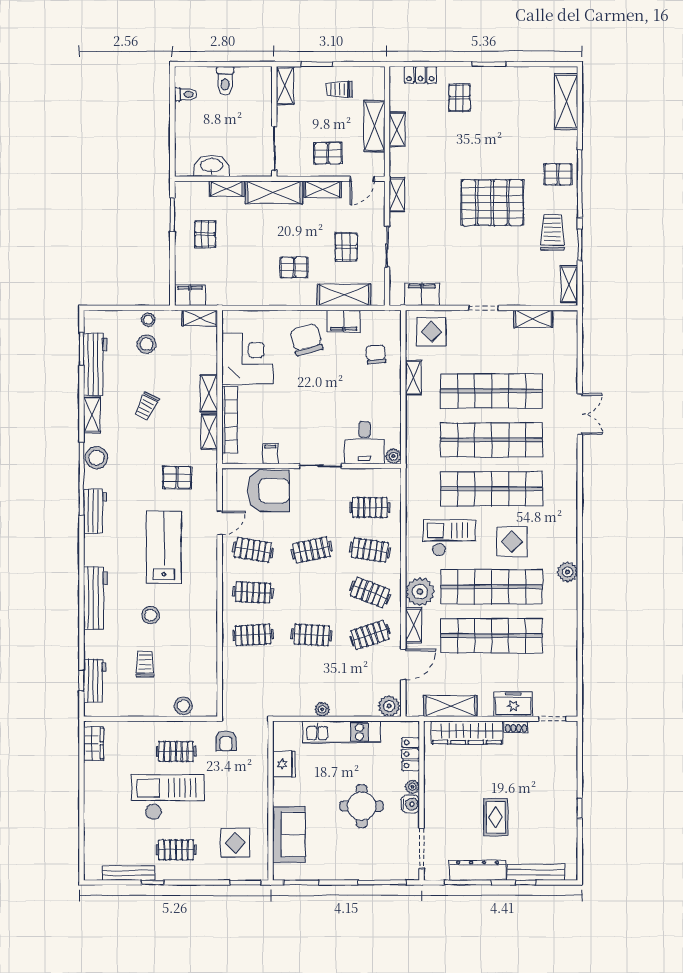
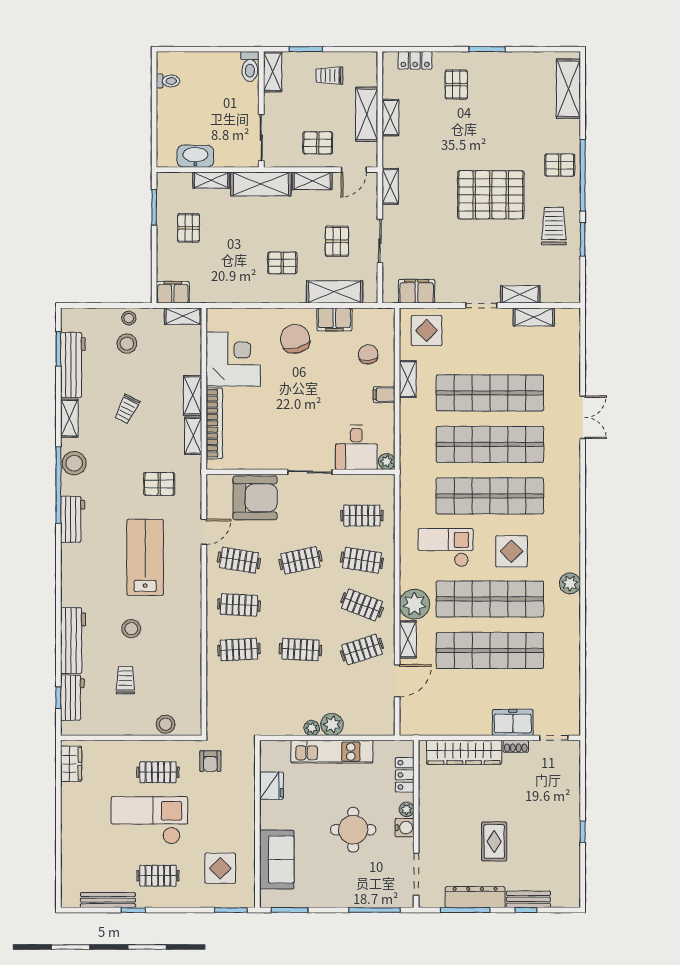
toilet: (225, 81) -> (250, 66), moved
shelving: (569, 284) -> (520, 294), moved, turned 90
filing cabinet: (270, 454) -> (384, 395), moved, turned -90
workbench: (95, 598) -> (73, 641), moved
plant: (389, 706) -> (332, 724), moved
shelving: (451, 706) -> (447, 724), removed
bench: (536, 872) -> (528, 899), width x0.73

